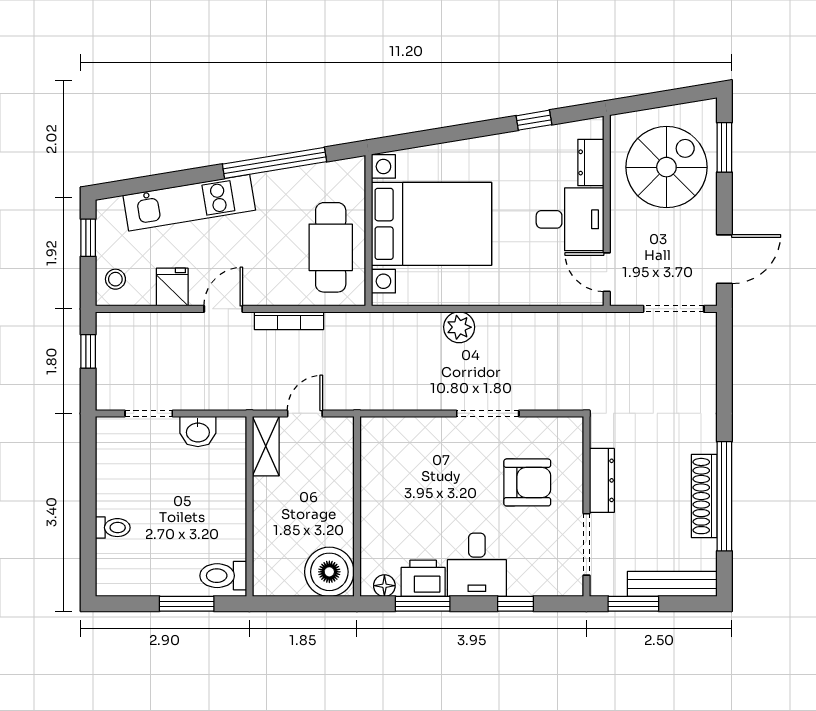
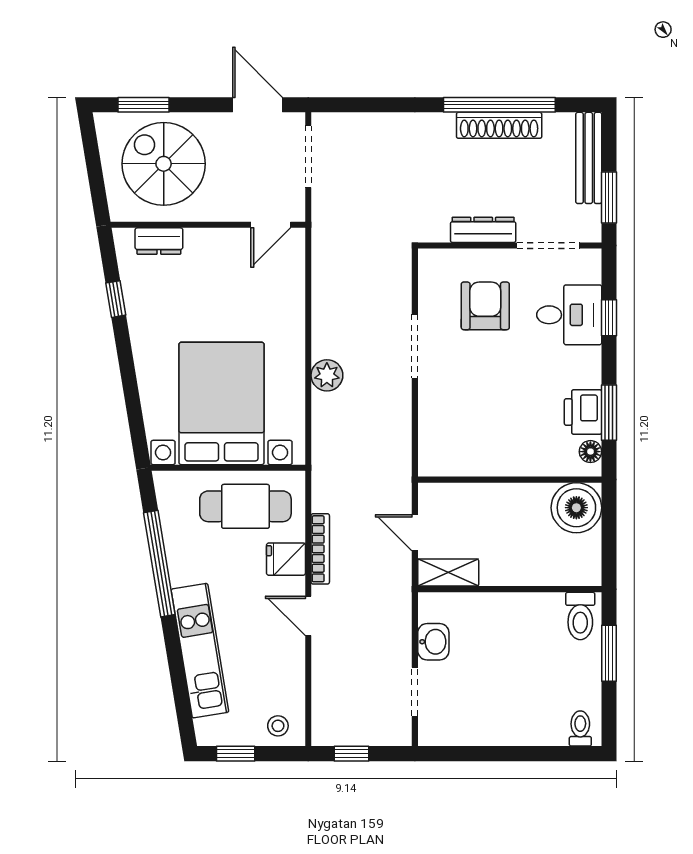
desk: (570, 219) -> (217, 262), removed
fridge: (172, 287) -> (286, 559), moved
toilet: (113, 528) -> (580, 729), moved
desk: (477, 565) -> (569, 315), moved

